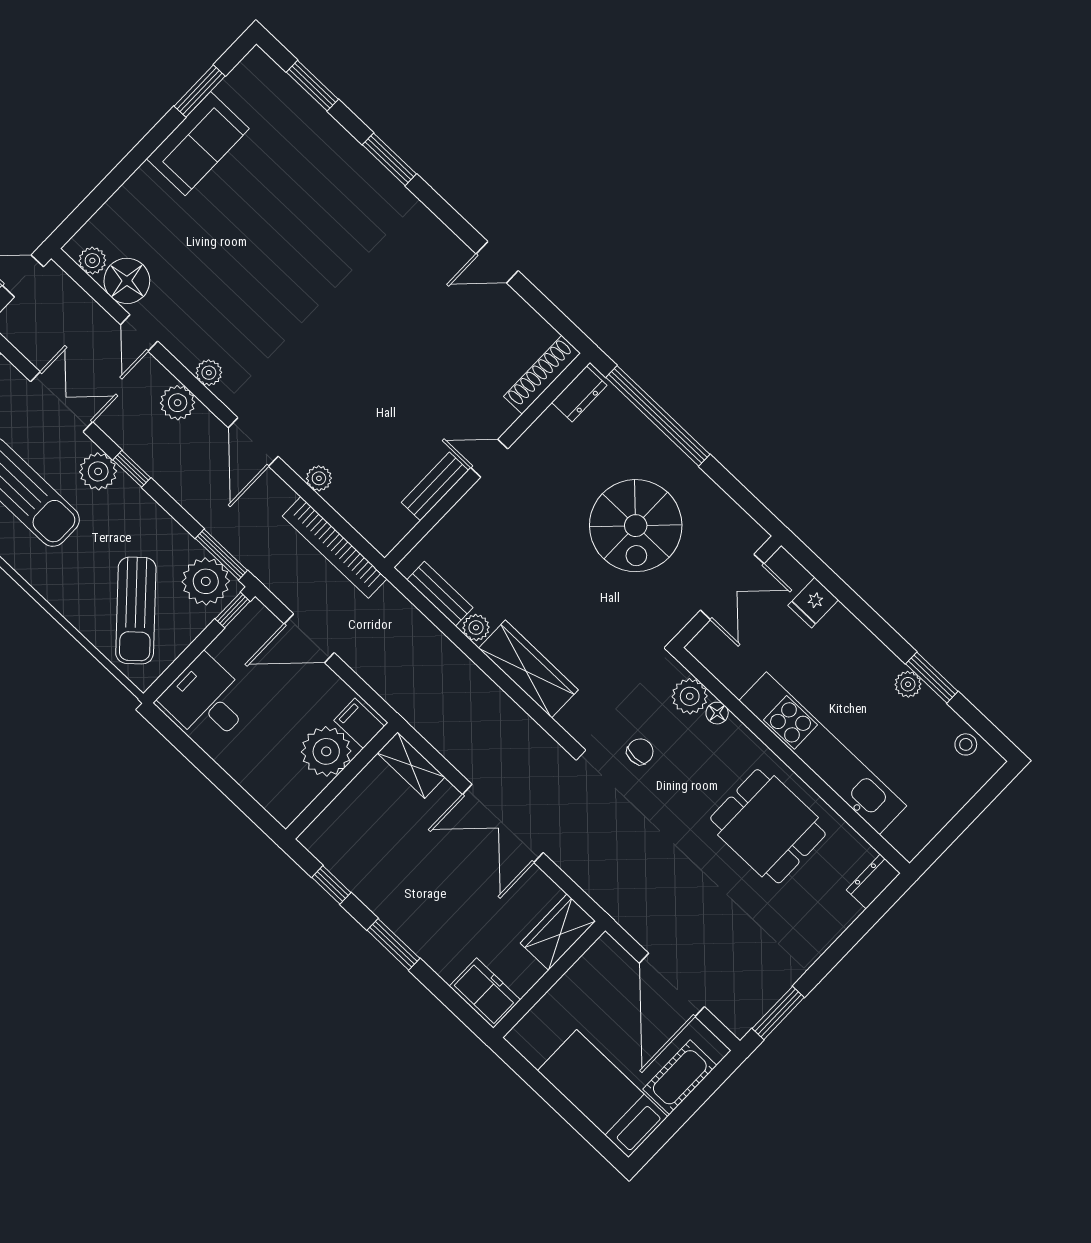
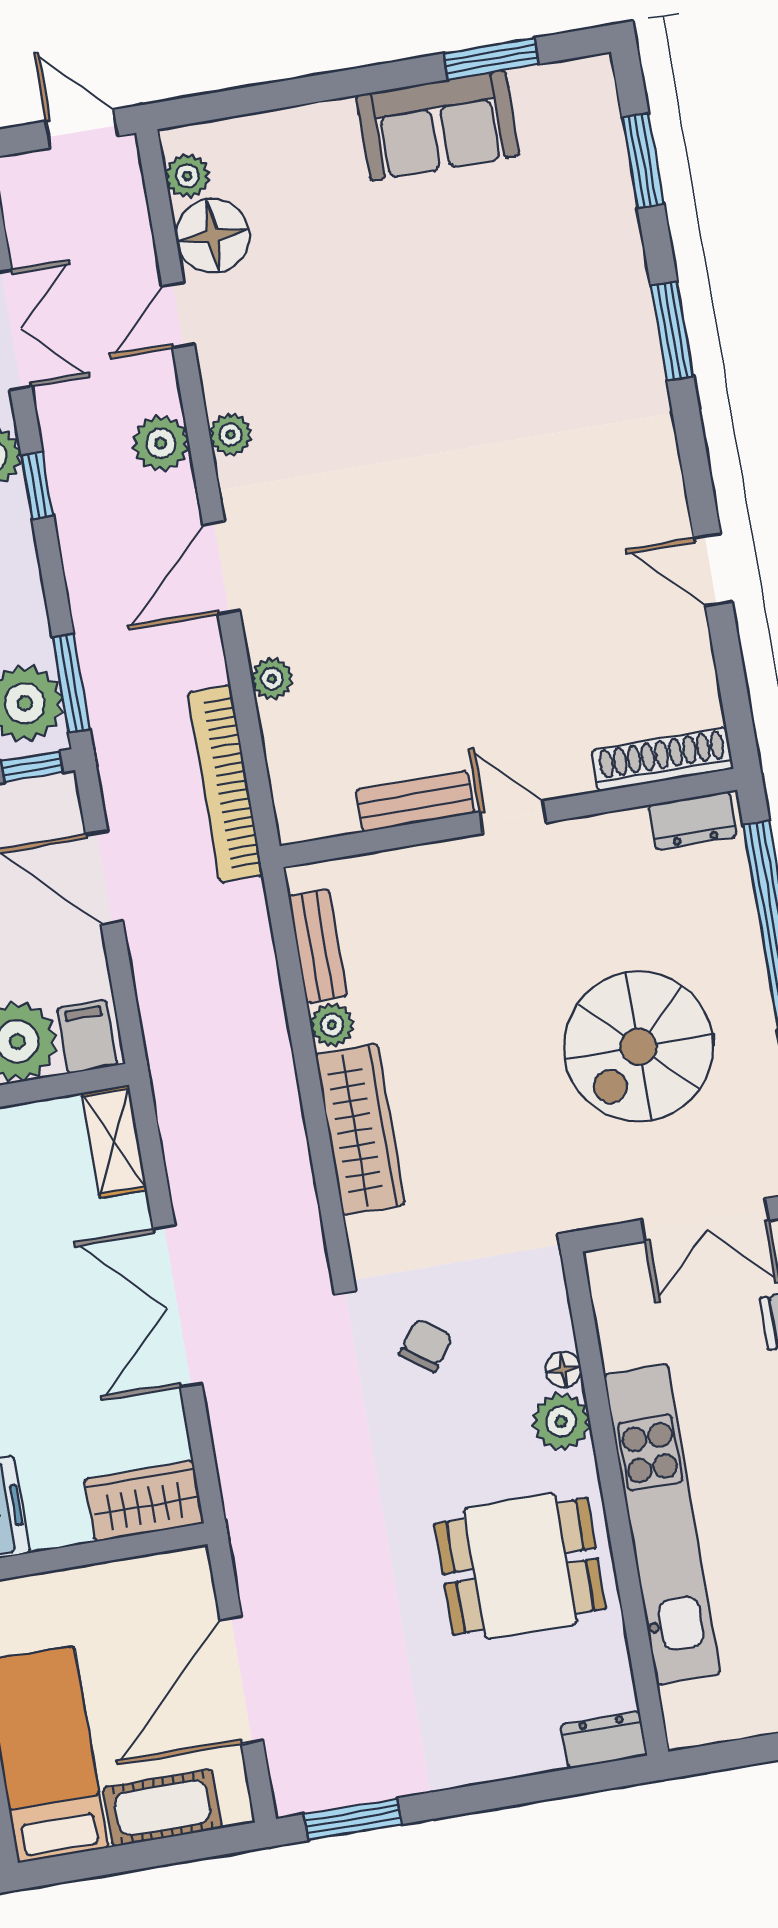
plant: (690, 696) -> (561, 1422), moved
chair: (640, 752) -> (426, 1345), turned -54
dining table: (768, 826) -> (520, 1566), turned 90

